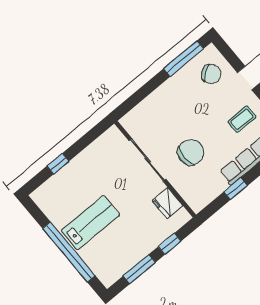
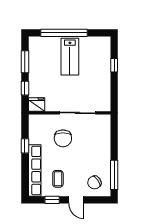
fridge: (167, 203) -> (37, 105), moved

